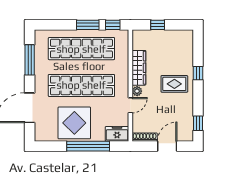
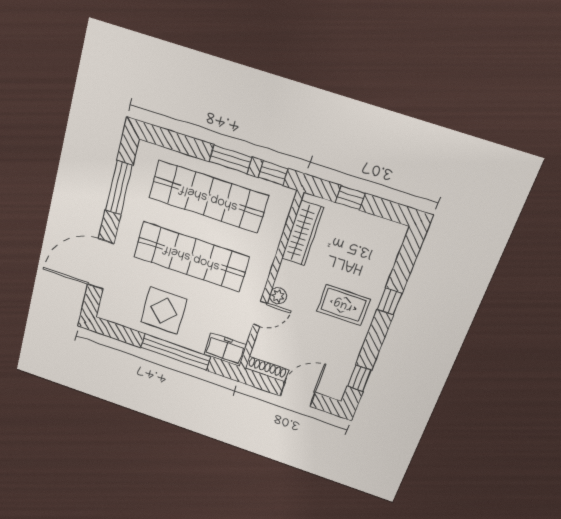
wardrobe: (139, 68) -> (302, 233), moved
display table: (74, 123) -> (164, 311), width x0.73, depth x0.73

